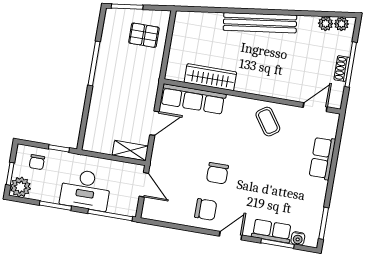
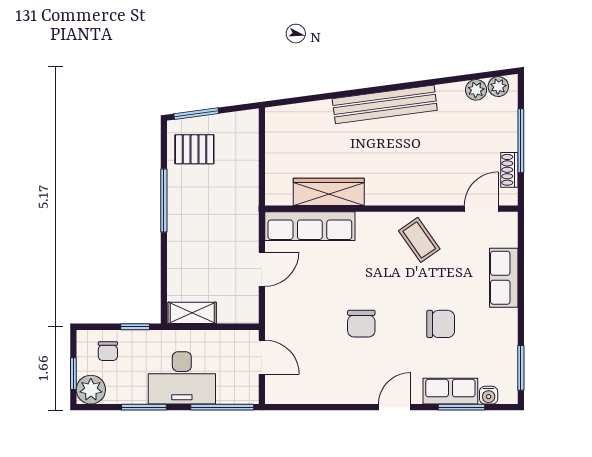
pallet: (144, 35) -> (194, 149), moved
shoe rack: (342, 69) -> (509, 170), moved
shelving: (130, 151) -> (192, 313), moved
chair: (206, 210) -> (441, 324), moved

